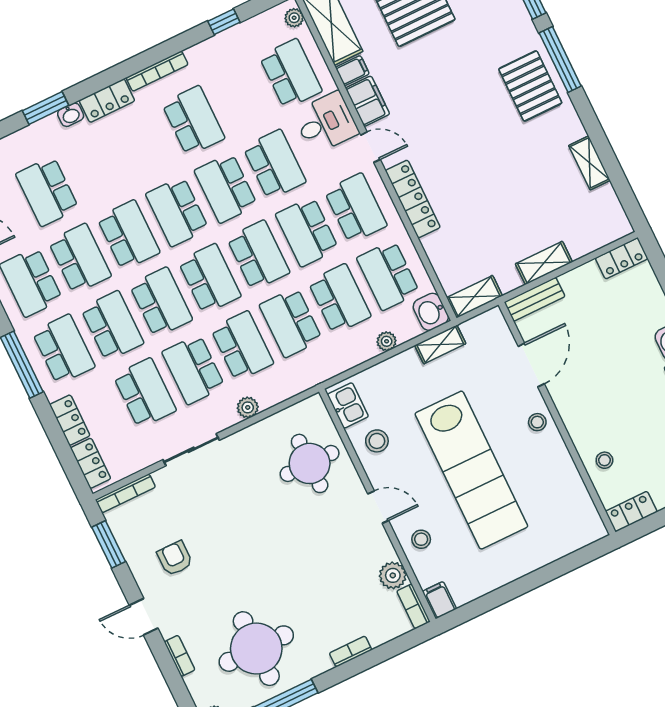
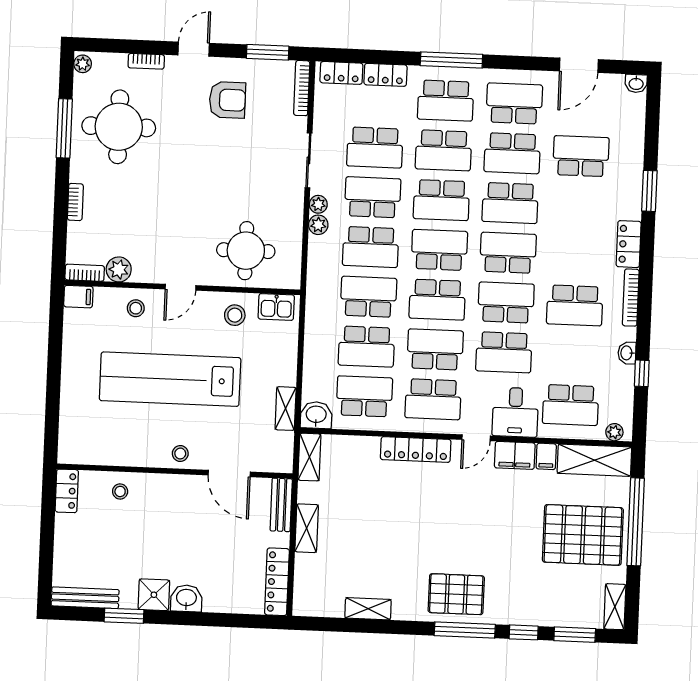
washbasin: (71, 115) -> (627, 353), moved
locker: (622, 258) -> (277, 582), width x1.53
school desk: (210, 279) -> (439, 250), turned 180
plant: (387, 341) -> (318, 204), moved
armchair: (175, 558) -> (227, 100), width x1.38, depth x1.38

